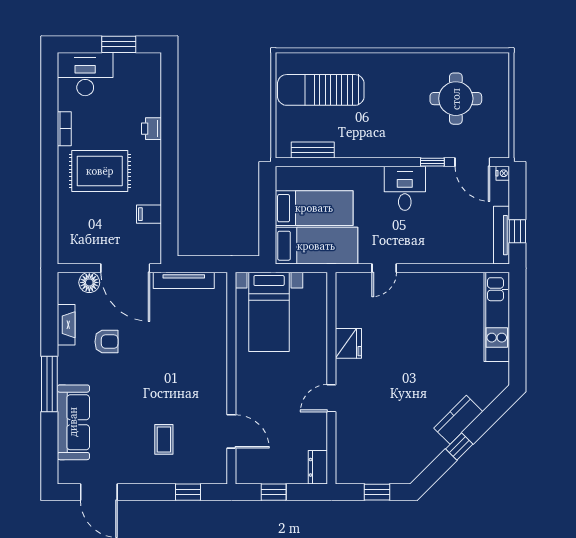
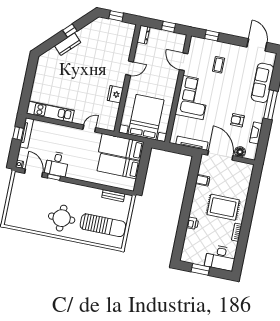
round table: (456, 99) -> (62, 218), moved
desk: (405, 188) -> (57, 164), moved
bed with nightstands: (269, 312) -> (146, 117), width x1.36
kitchen unit: (497, 317) -> (50, 112), moved, turned -90
corner sofa: (200, 367) -> (193, 98), added

